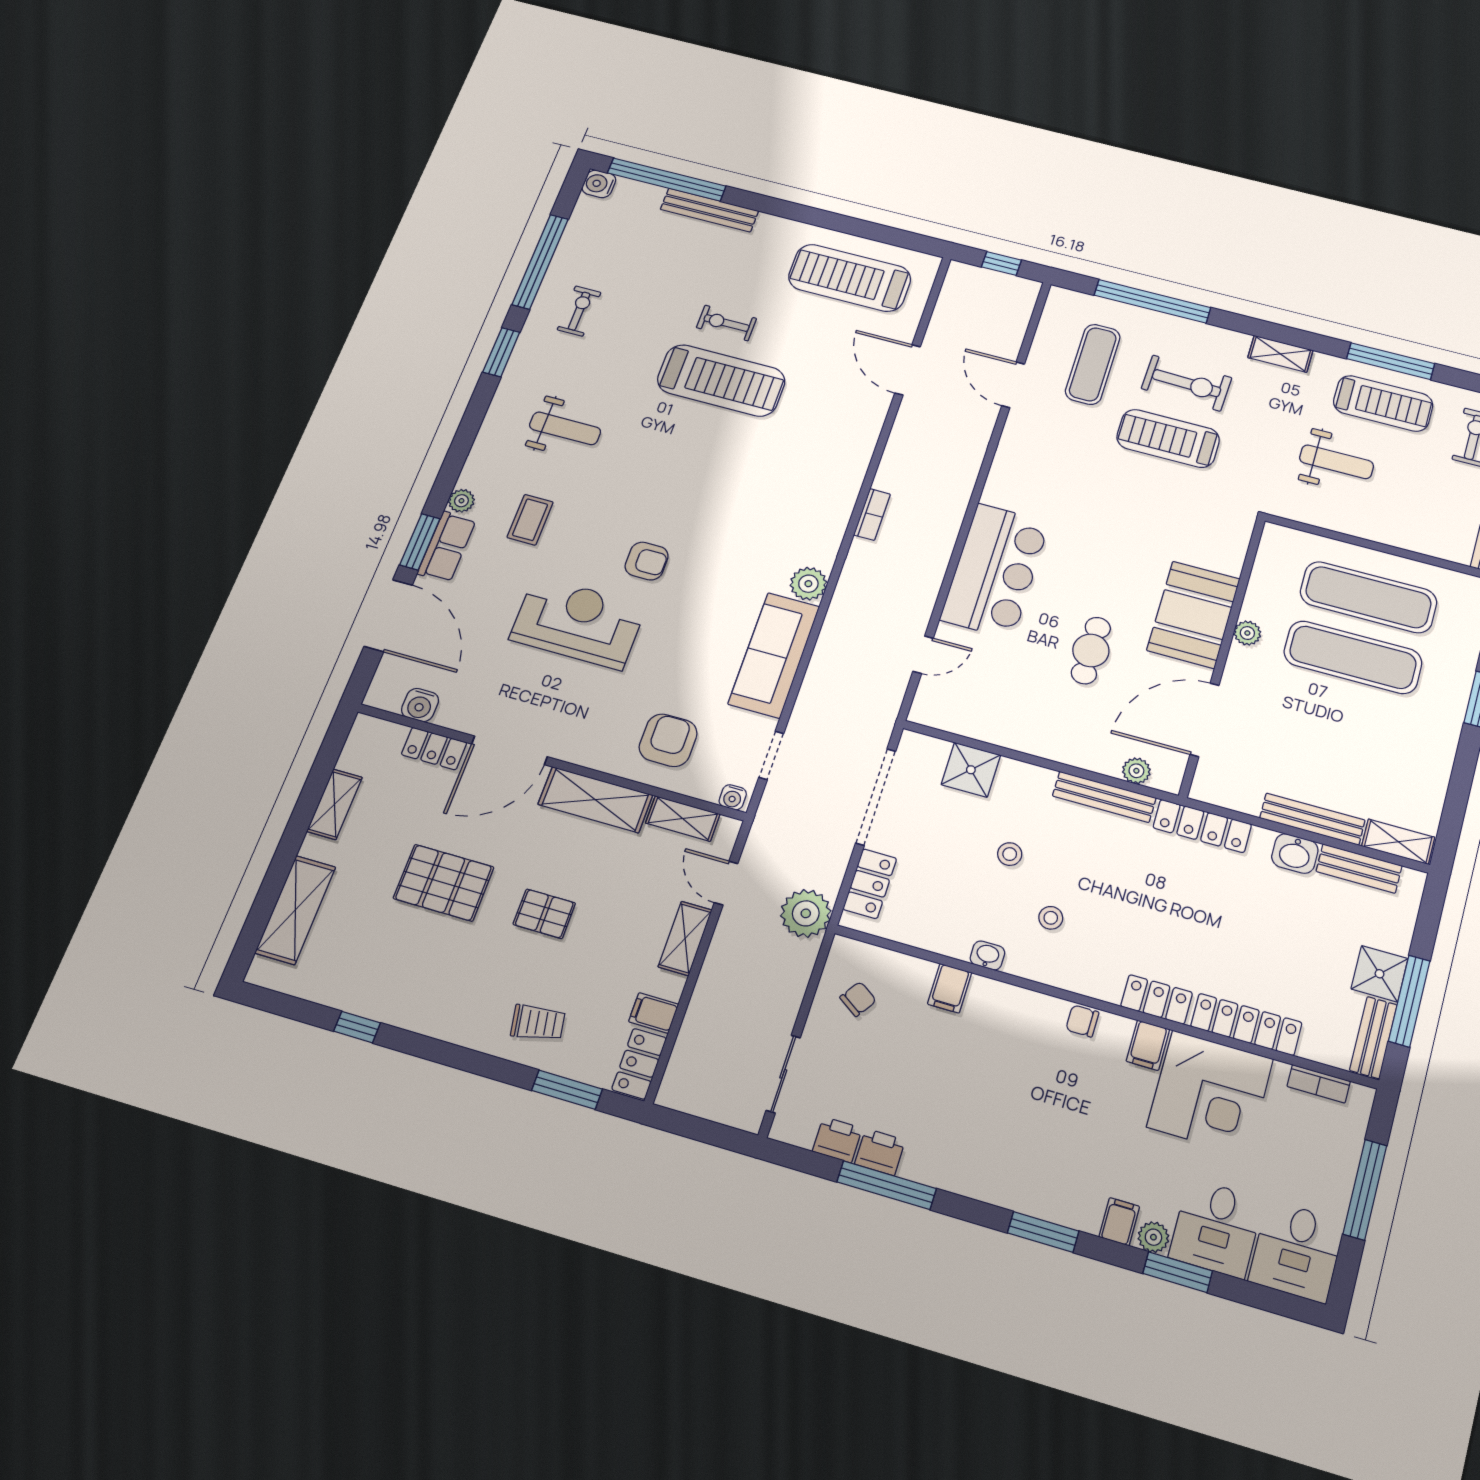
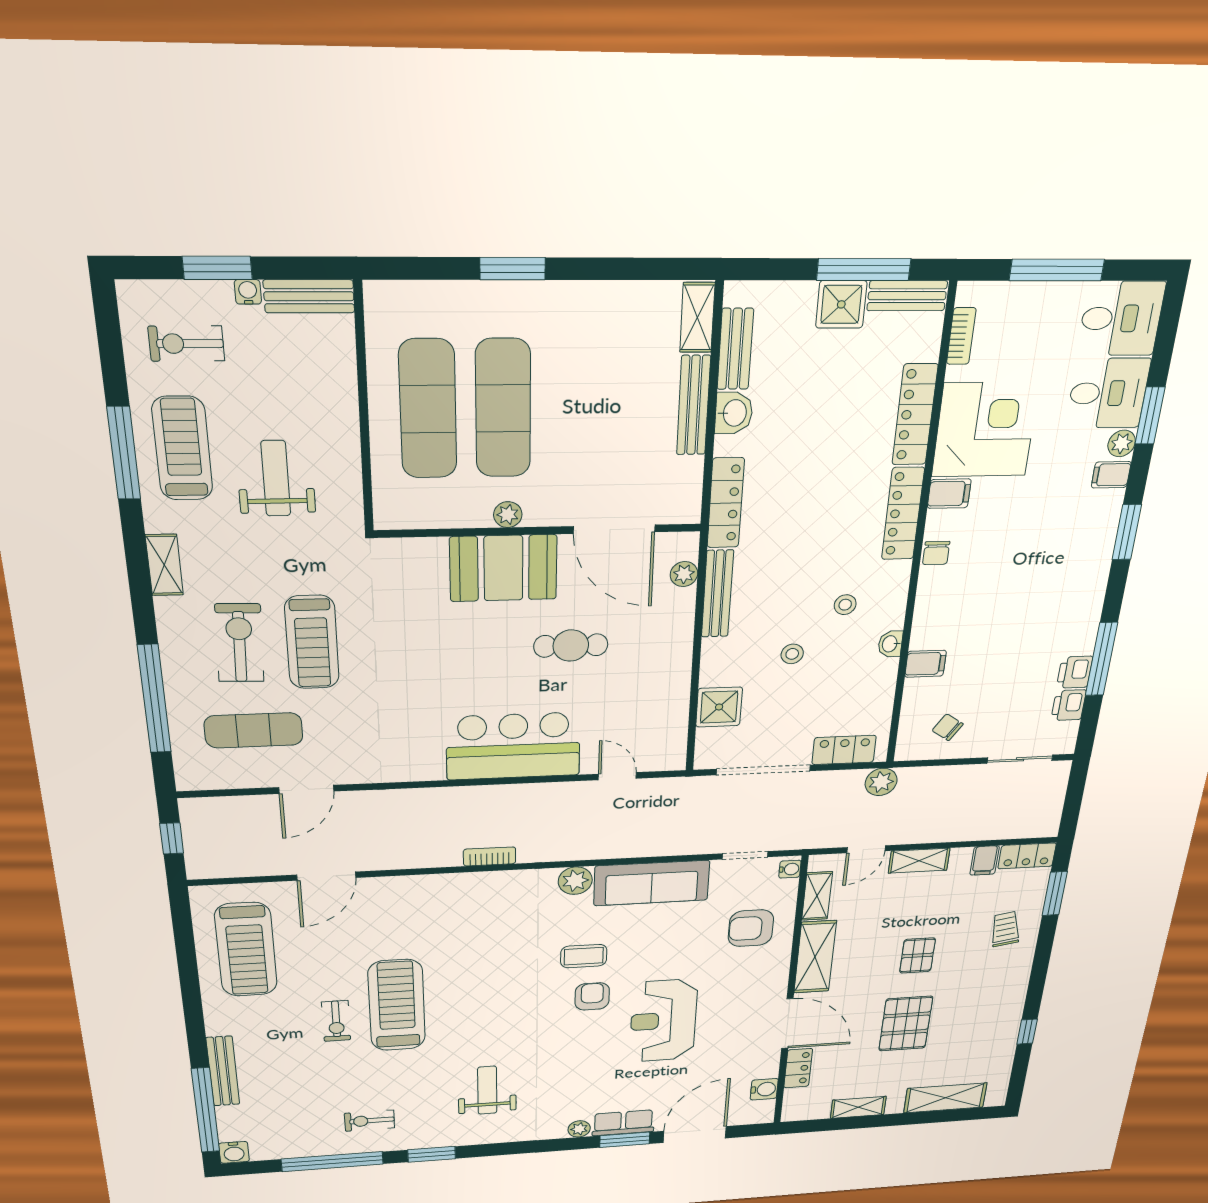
coffee table: (530, 520) -> (584, 956), moved
plant: (806, 913) -> (881, 782), width x0.73, depth x0.73
locker: (1157, 999) -> (903, 514), width x1.53

